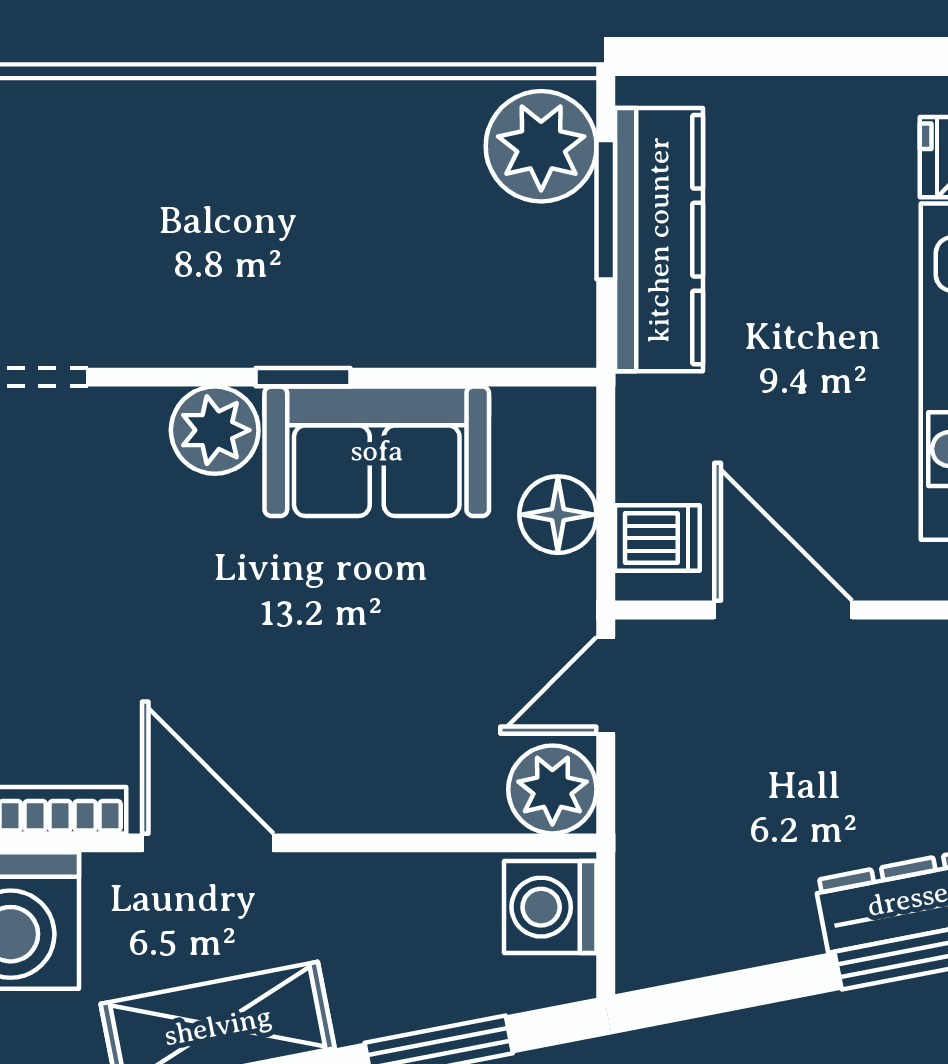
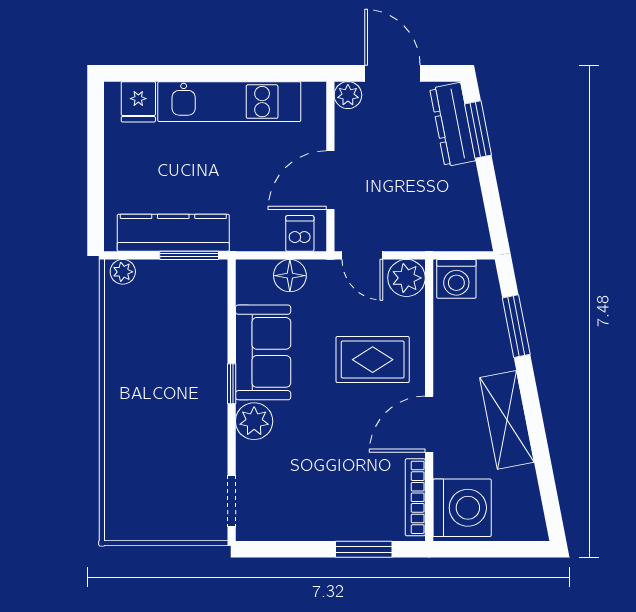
plant: (541, 146) -> (123, 272), width x0.53, depth x0.53
window: (606, 210) -> (189, 255), moved
rug: (360, 710) -> (373, 360), added

